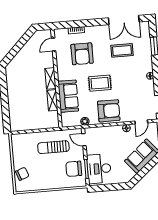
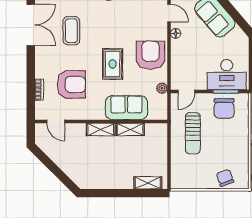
shelving: (14, 117) -> (148, 183), added

